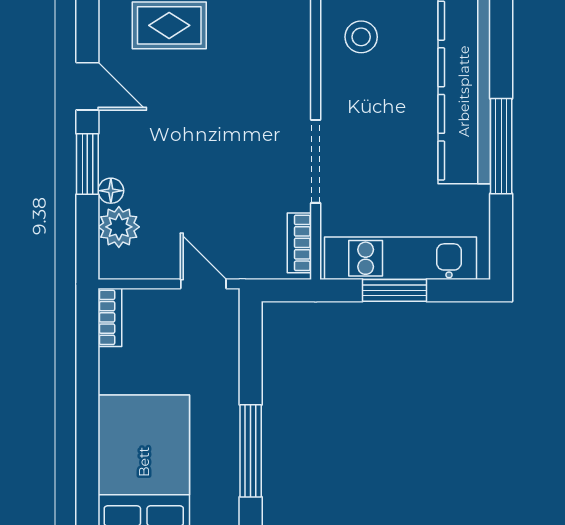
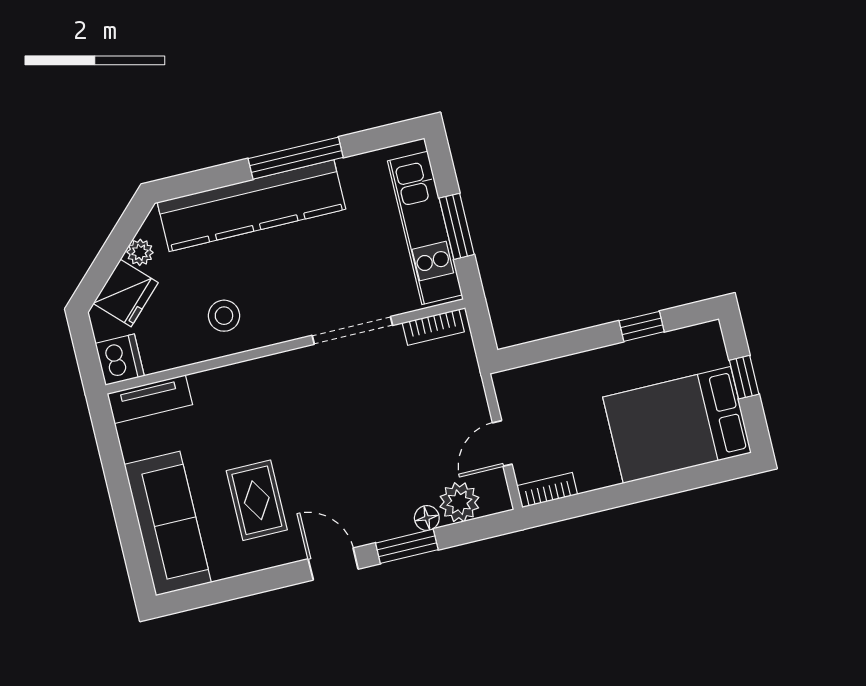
door: (87, 86) -> (333, 564), hinge flipped
door: (203, 284) -> (502, 443), moved
window: (251, 451) -> (642, 326), width x0.46

